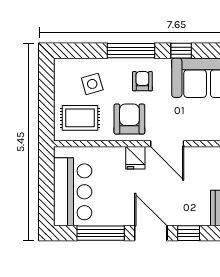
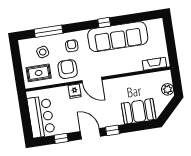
window: (131, 51) -> (49, 31), moved
window: (181, 51) -> (104, 23), moved
window: (101, 233) -> (61, 138), width x0.46

